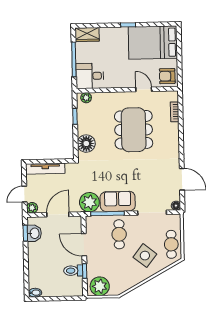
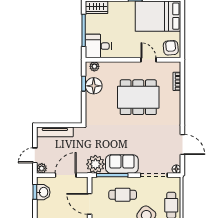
armchair: (167, 76) -> (171, 48), turned 85
dining table: (134, 130) -> (138, 97), turned 90
floor lamp: (86, 144) -> (94, 86), moved
cafe table: (119, 234) -> (123, 195), turned 90

